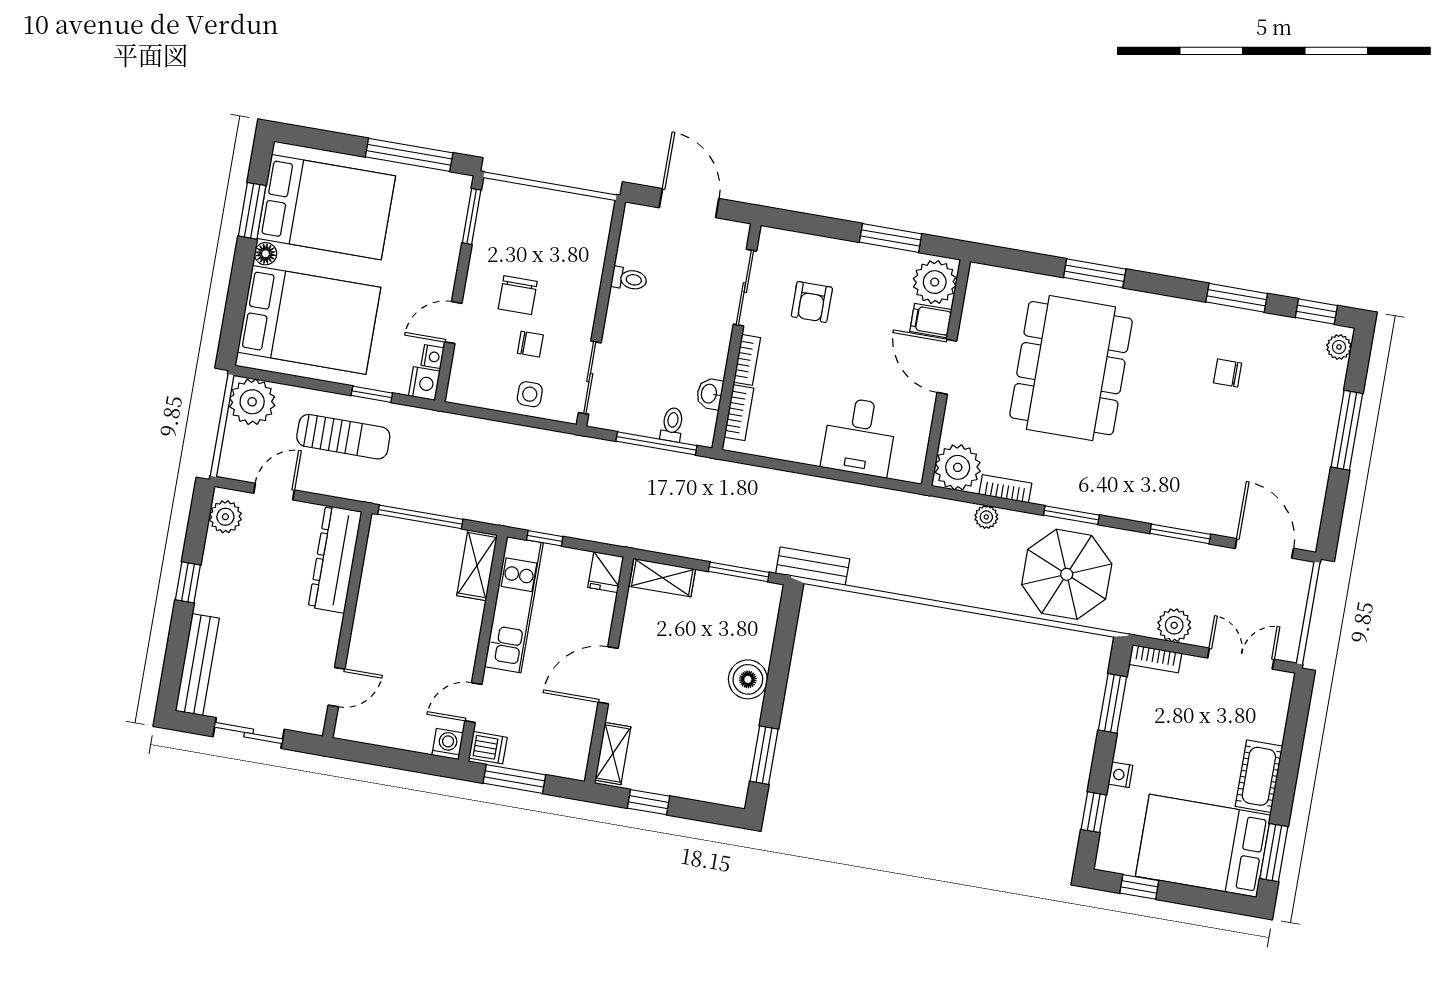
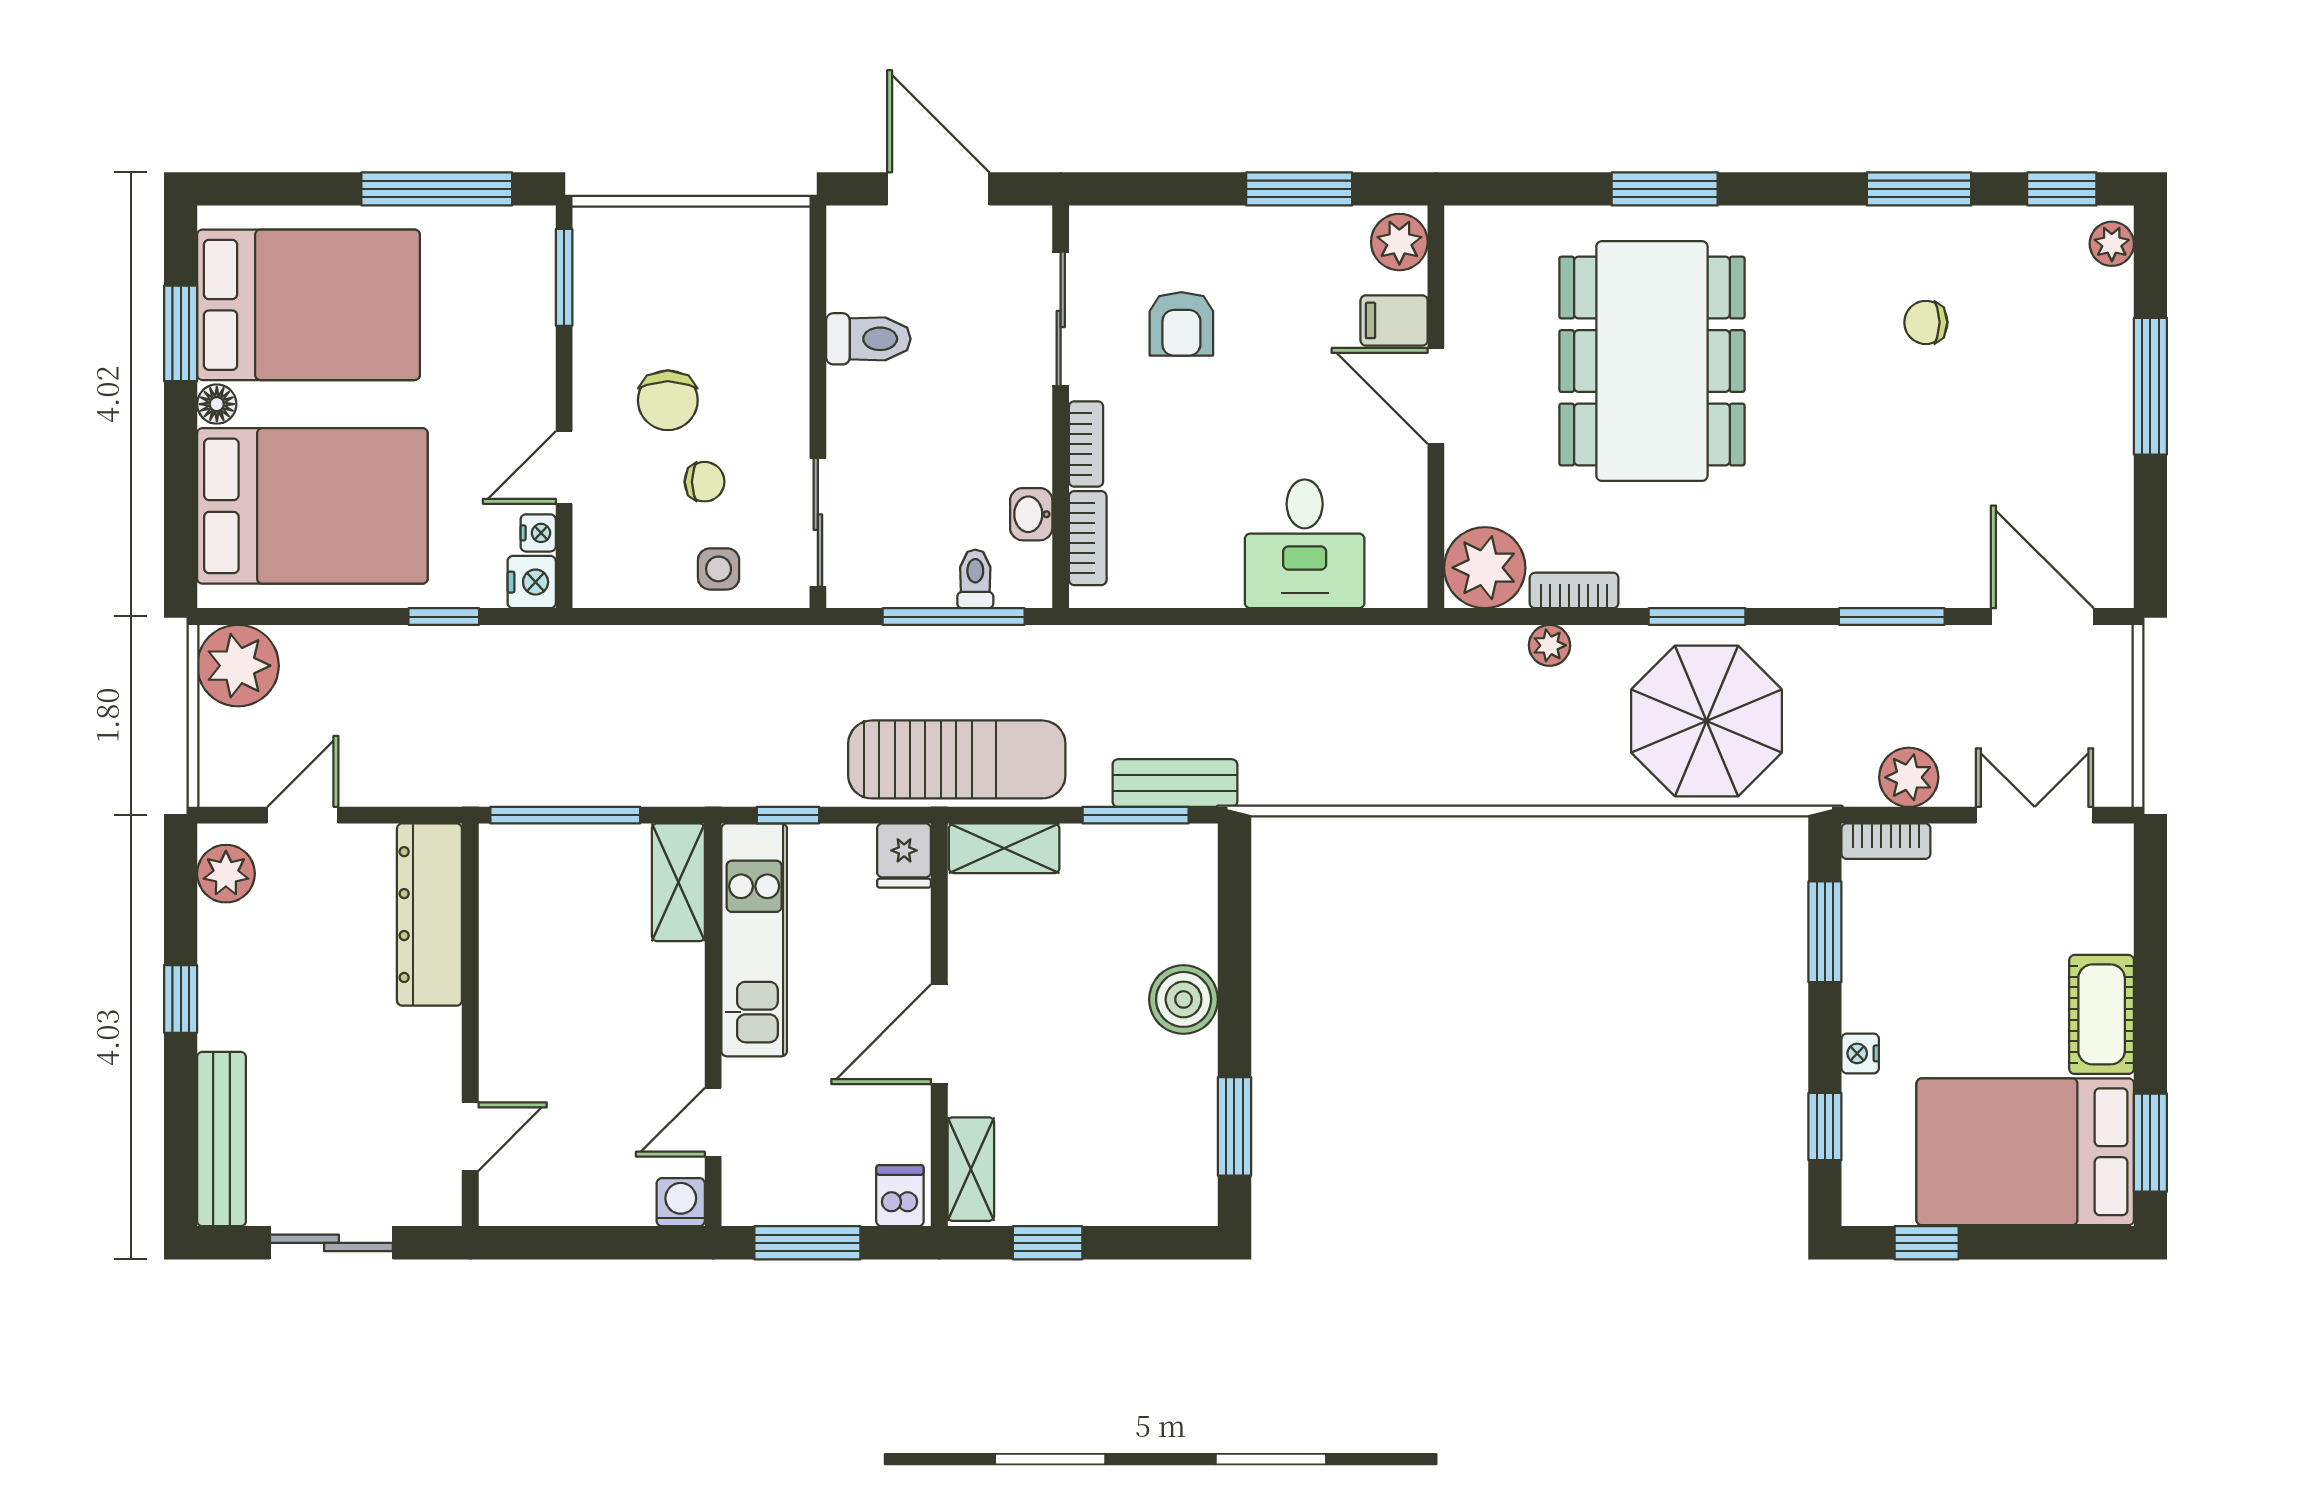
toilet: (629, 279) -> (868, 339), width x1.37, depth x1.39
plant: (935, 282) -> (1399, 242), width x0.73, depth x0.73
sun lounger: (343, 437) -> (957, 759), moved, width x1.36, depth x1.34
bench: (813, 566) -> (1175, 783), moved
dishwasher: (488, 748) -> (900, 1196), moved, turned -90

